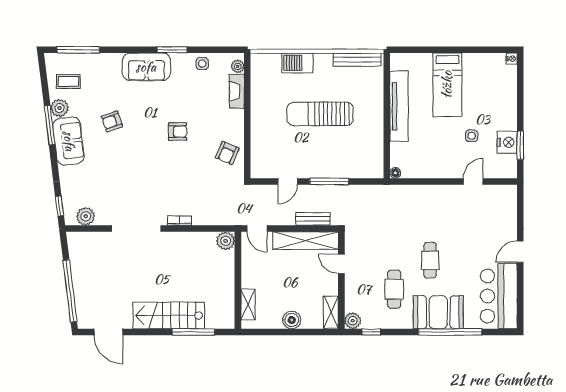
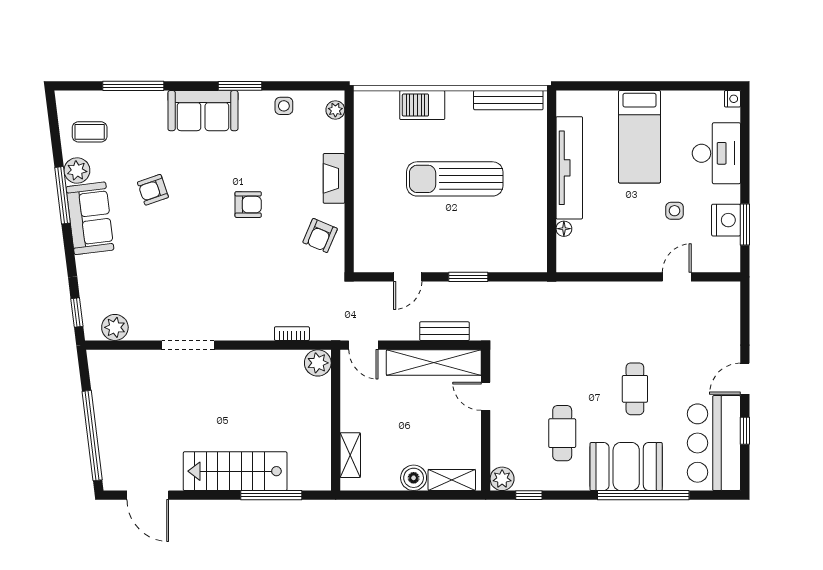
window: (78, 50) -> (133, 86), moved
fireplace: (237, 91) -> (334, 178), moved
desk: (500, 96) -> (716, 153), added
floor lamp: (395, 173) -> (564, 229), moved
window: (329, 181) -> (468, 277), width x0.69
bookcase: (180, 221) -> (292, 334), moved
doorway: (136, 228) -> (188, 345), width x0.73
cafe table: (430, 260) -> (635, 389), moved
window: (520, 288) -> (745, 431), added
shelving: (331, 312) -> (452, 480), moved, turned 90

